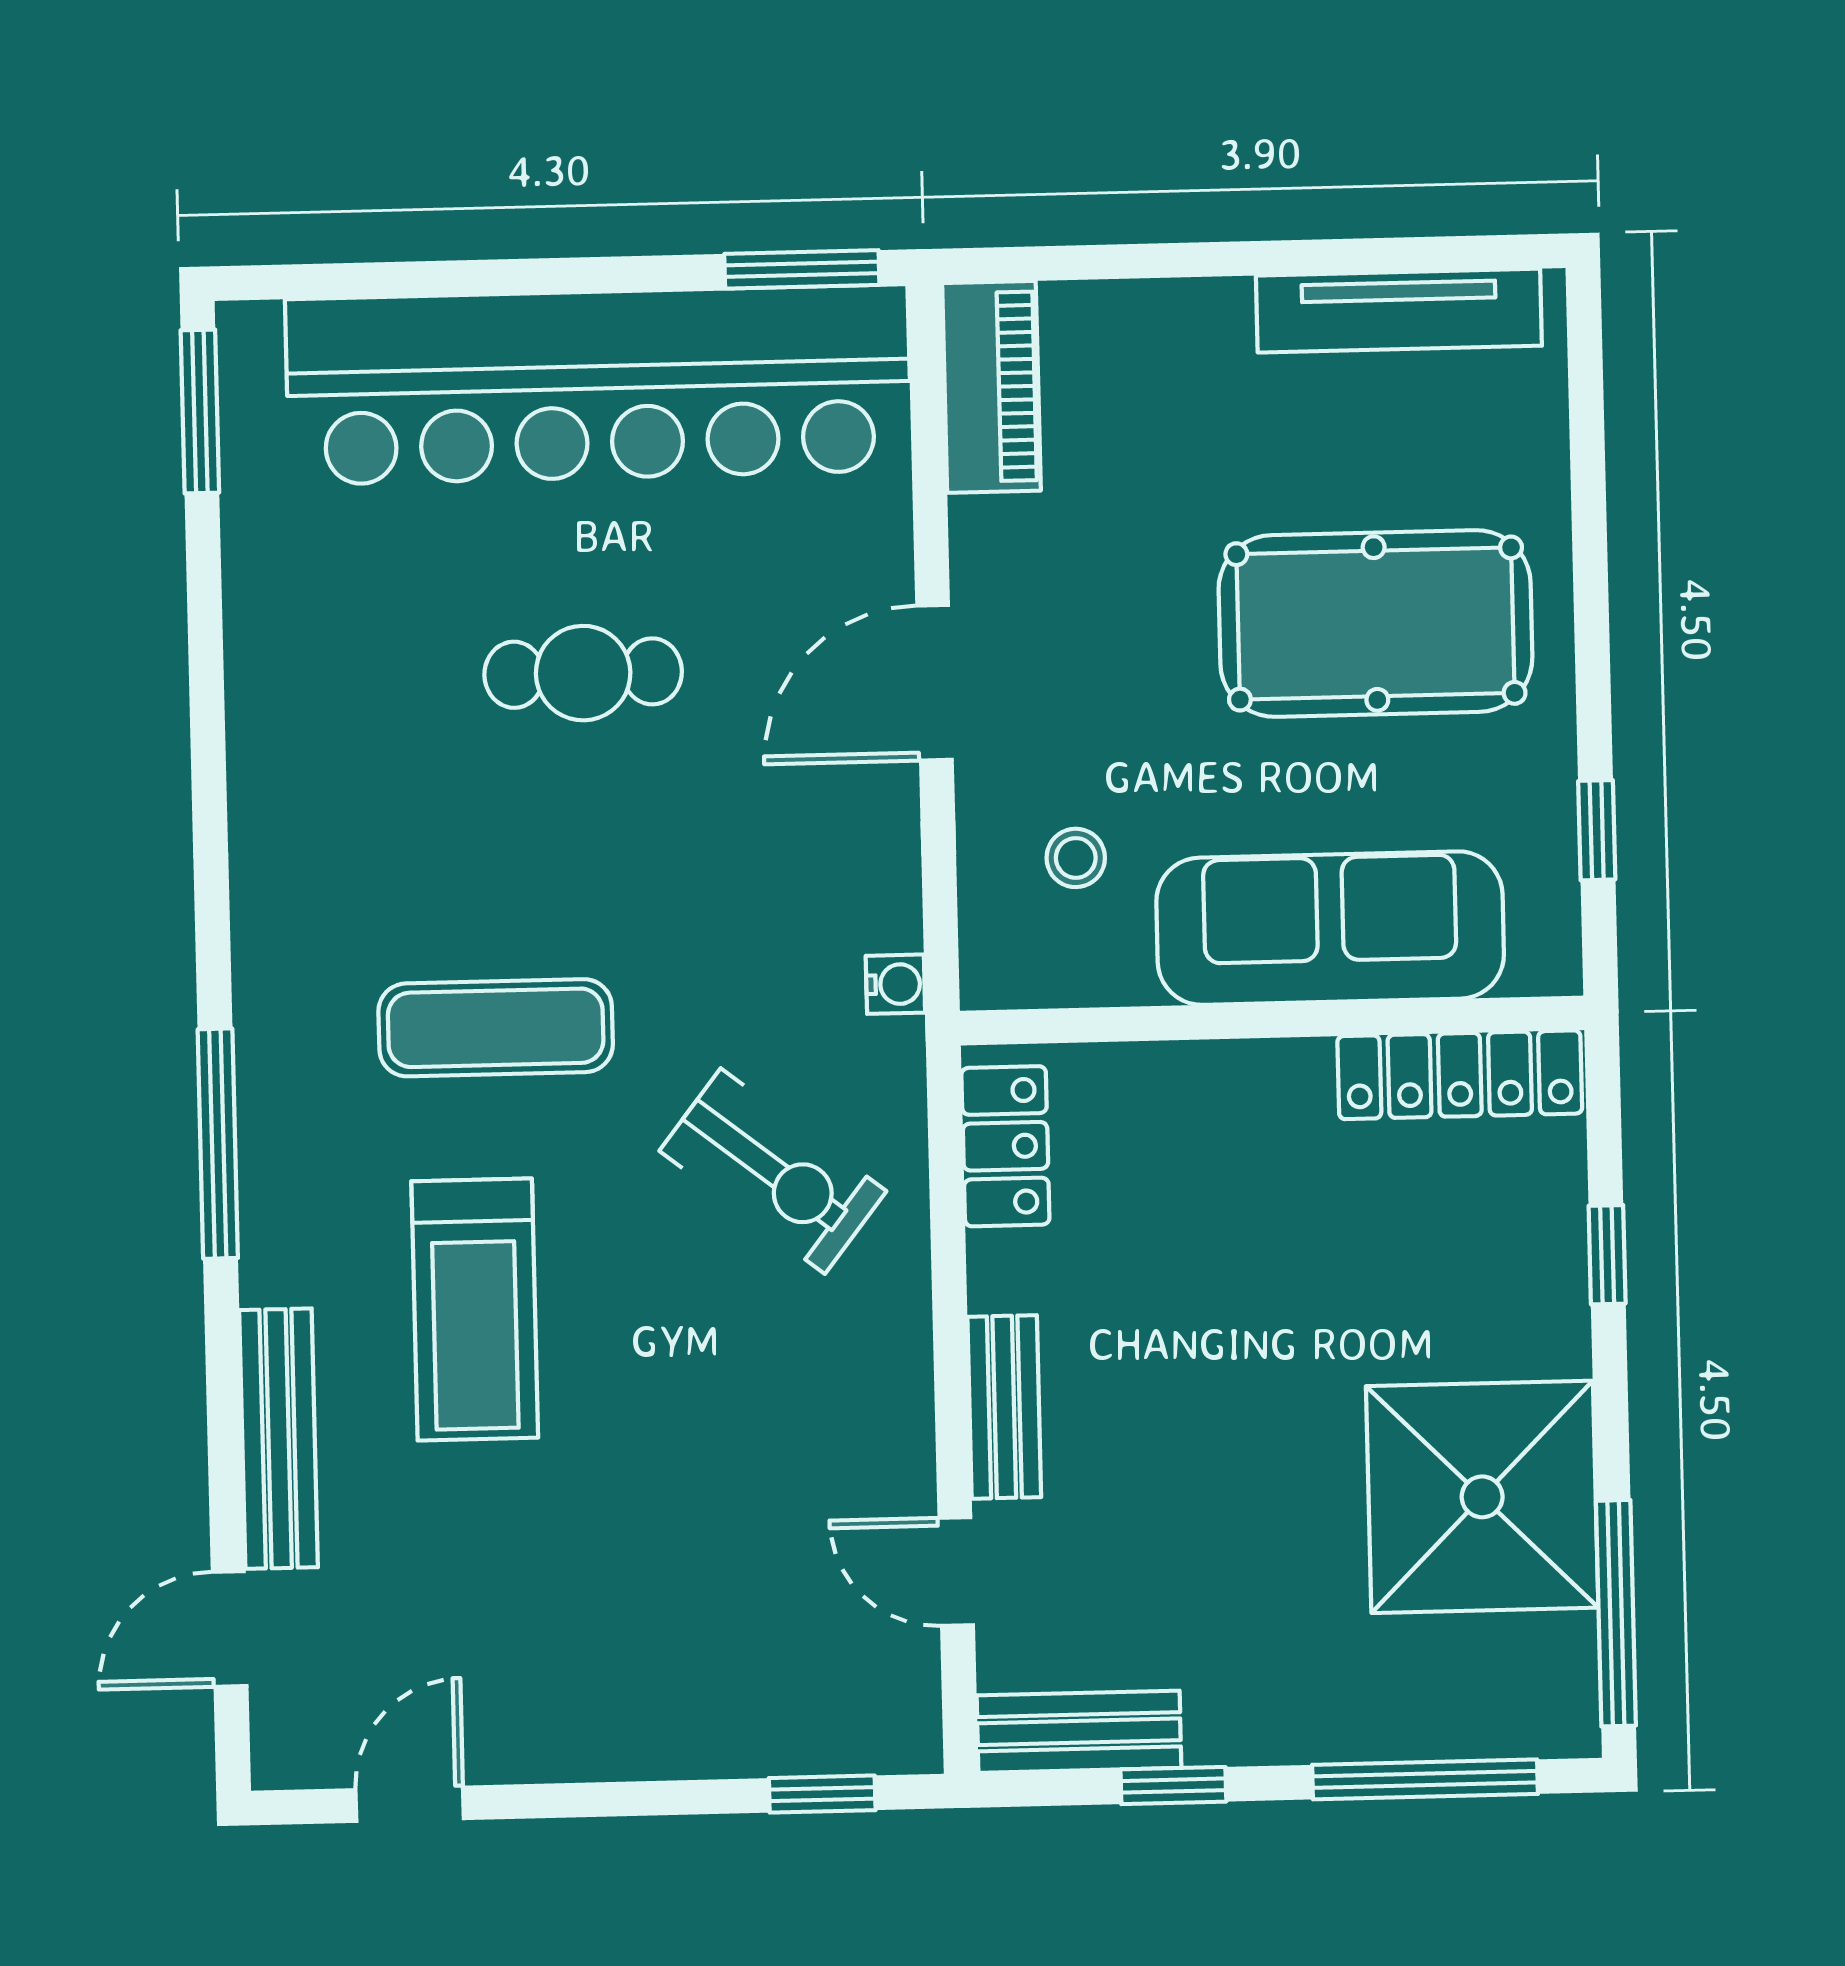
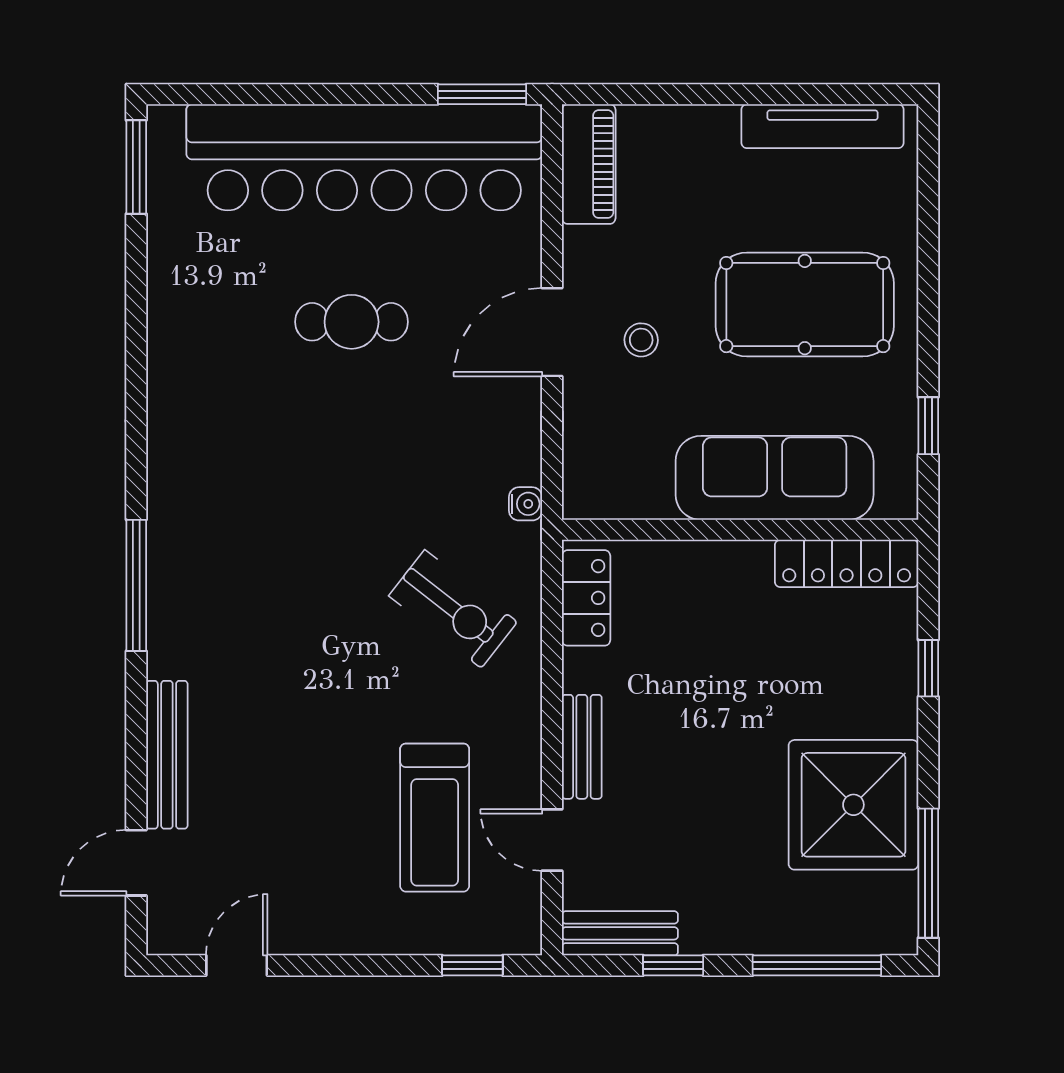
stool: (1076, 858) -> (641, 340), moved
exercise mat: (496, 1028) -> (297, 523), removed
treadmill: (475, 1309) -> (435, 818), moved

